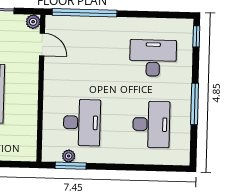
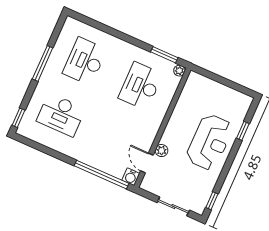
plant: (33, 22) -> (162, 151), moved
water cooler: (53, 23) -> (131, 177), added
plant: (69, 156) -> (179, 71), moved

